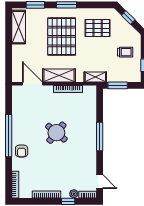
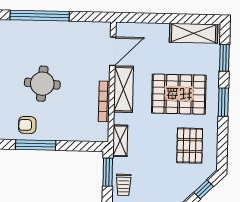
trolley: (125, 52) -> (124, 185), moved
round table: (56, 133) -> (42, 84), turned -36
armchair: (22, 151) -> (27, 125), moved

